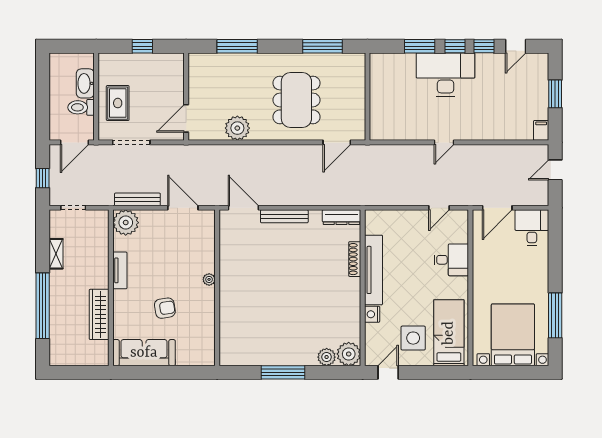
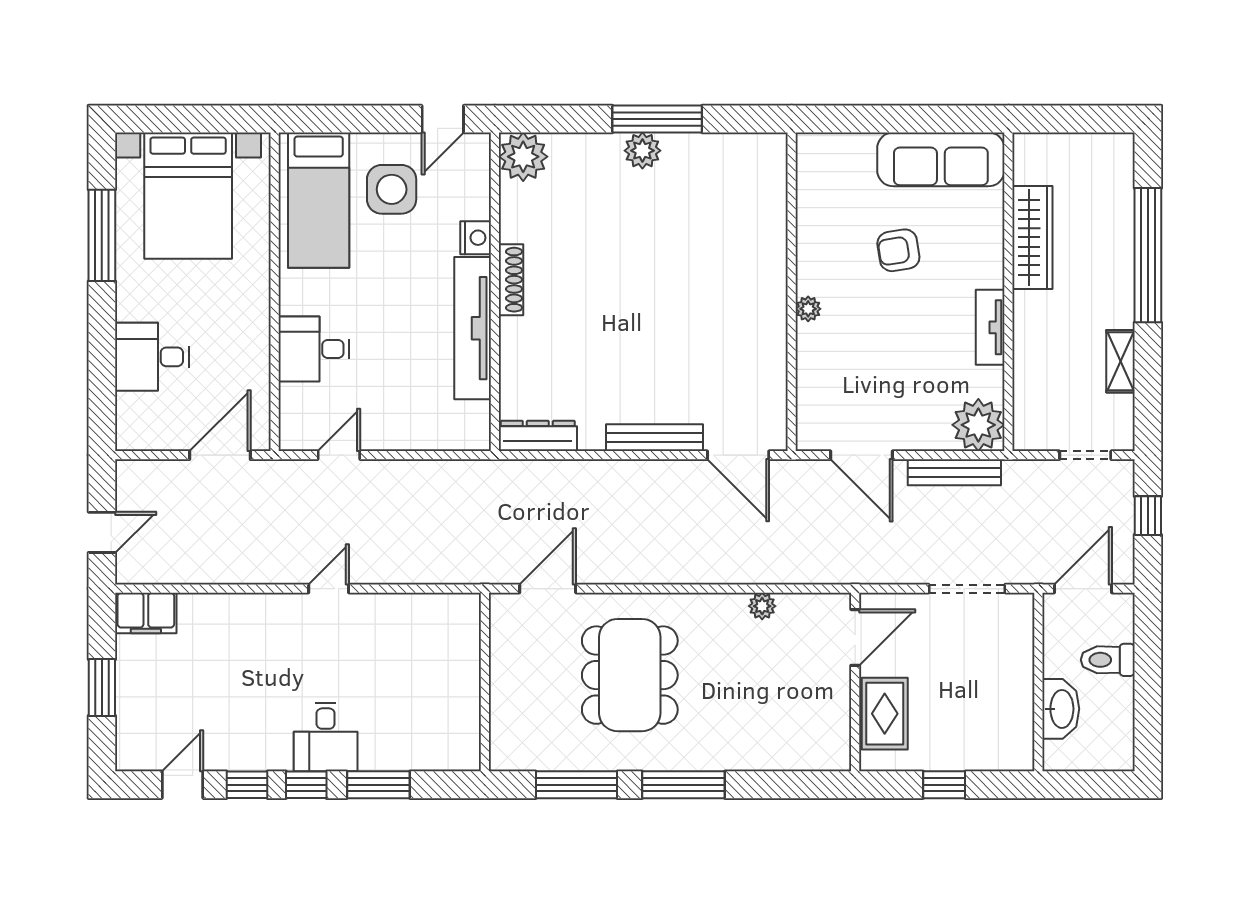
window: (237, 46) -> (683, 785), moved
desk: (446, 75) -> (326, 737), width x0.53, depth x0.77
rug: (118, 103) -> (885, 714), moved
toilet: (81, 107) -> (1108, 660), moved, turned 180
plant: (237, 128) -> (762, 606), width x0.53, depth x0.53
filing cabinet: (541, 130) -> (146, 613), width x2.00
desk: (532, 228) -> (152, 357), moved, turned 90
shoe rack: (355, 259) -> (511, 280), moved
plant: (327, 357) -> (642, 151), moved

